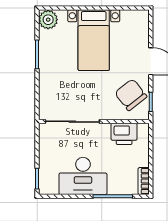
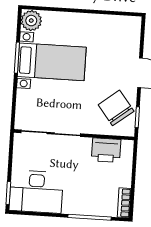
bed with nightstands: (94, 40) -> (52, 62), moved, turned -90
desk: (83, 176) -> (36, 192), moved

